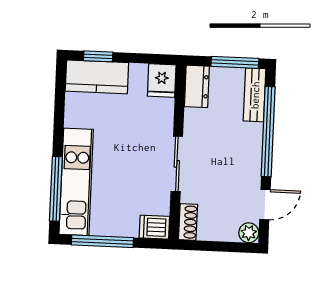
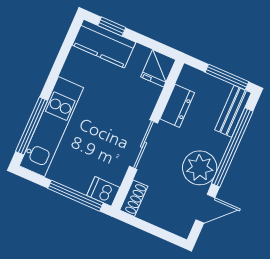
dresser: (197, 86) -> (177, 106), moved
plant: (249, 233) -> (200, 168), moved, width x1.88, depth x1.88
window: (102, 241) -> (75, 196), moved

